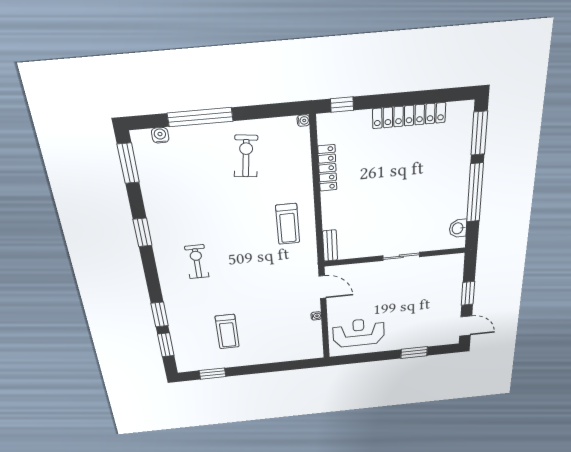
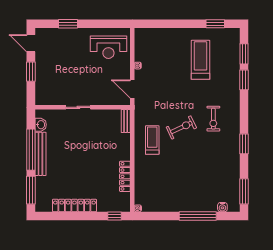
exercise bike: (246, 156) -> (181, 127), moved, turned -122
bench: (461, 188) -> (40, 154), added
treadmill: (227, 332) -> (200, 60), width x1.37, depth x1.38

